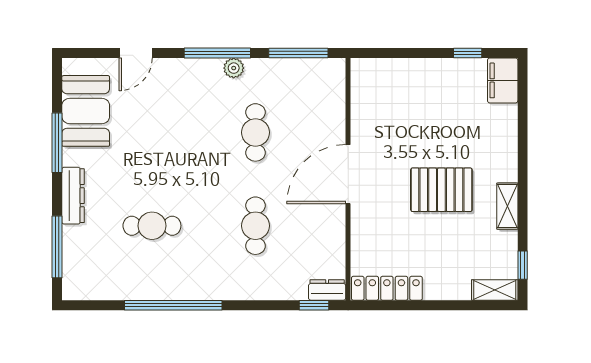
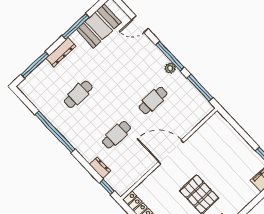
cafe table: (152, 226) -> (78, 94), turned 90
dresser: (327, 290) -> (100, 168), moved

